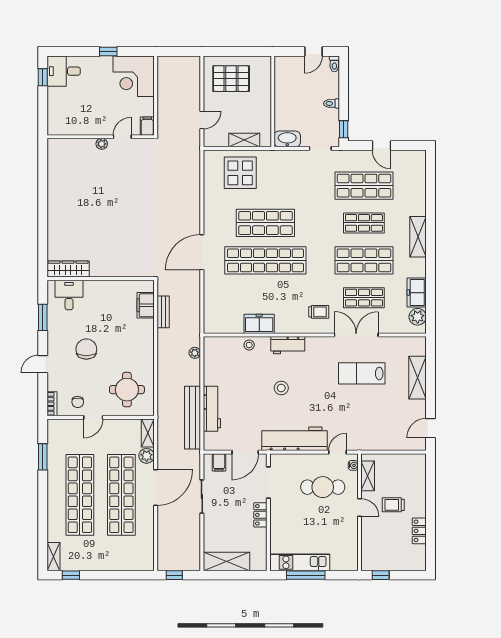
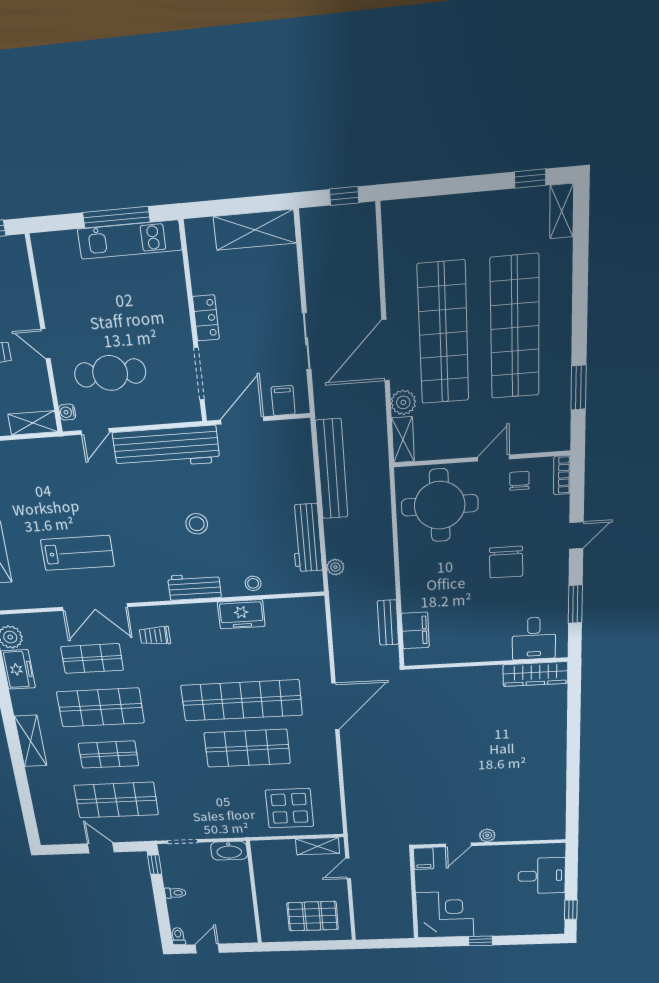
desk: (64, 71) -> (542, 876), moved
shelving: (244, 140) -> (318, 846), moved
round table: (127, 390) -> (440, 505), width x1.36, depth x1.36
workbench: (212, 409) -> (307, 538), moved
shelving: (368, 476) -> (33, 423), moved, turned 90

